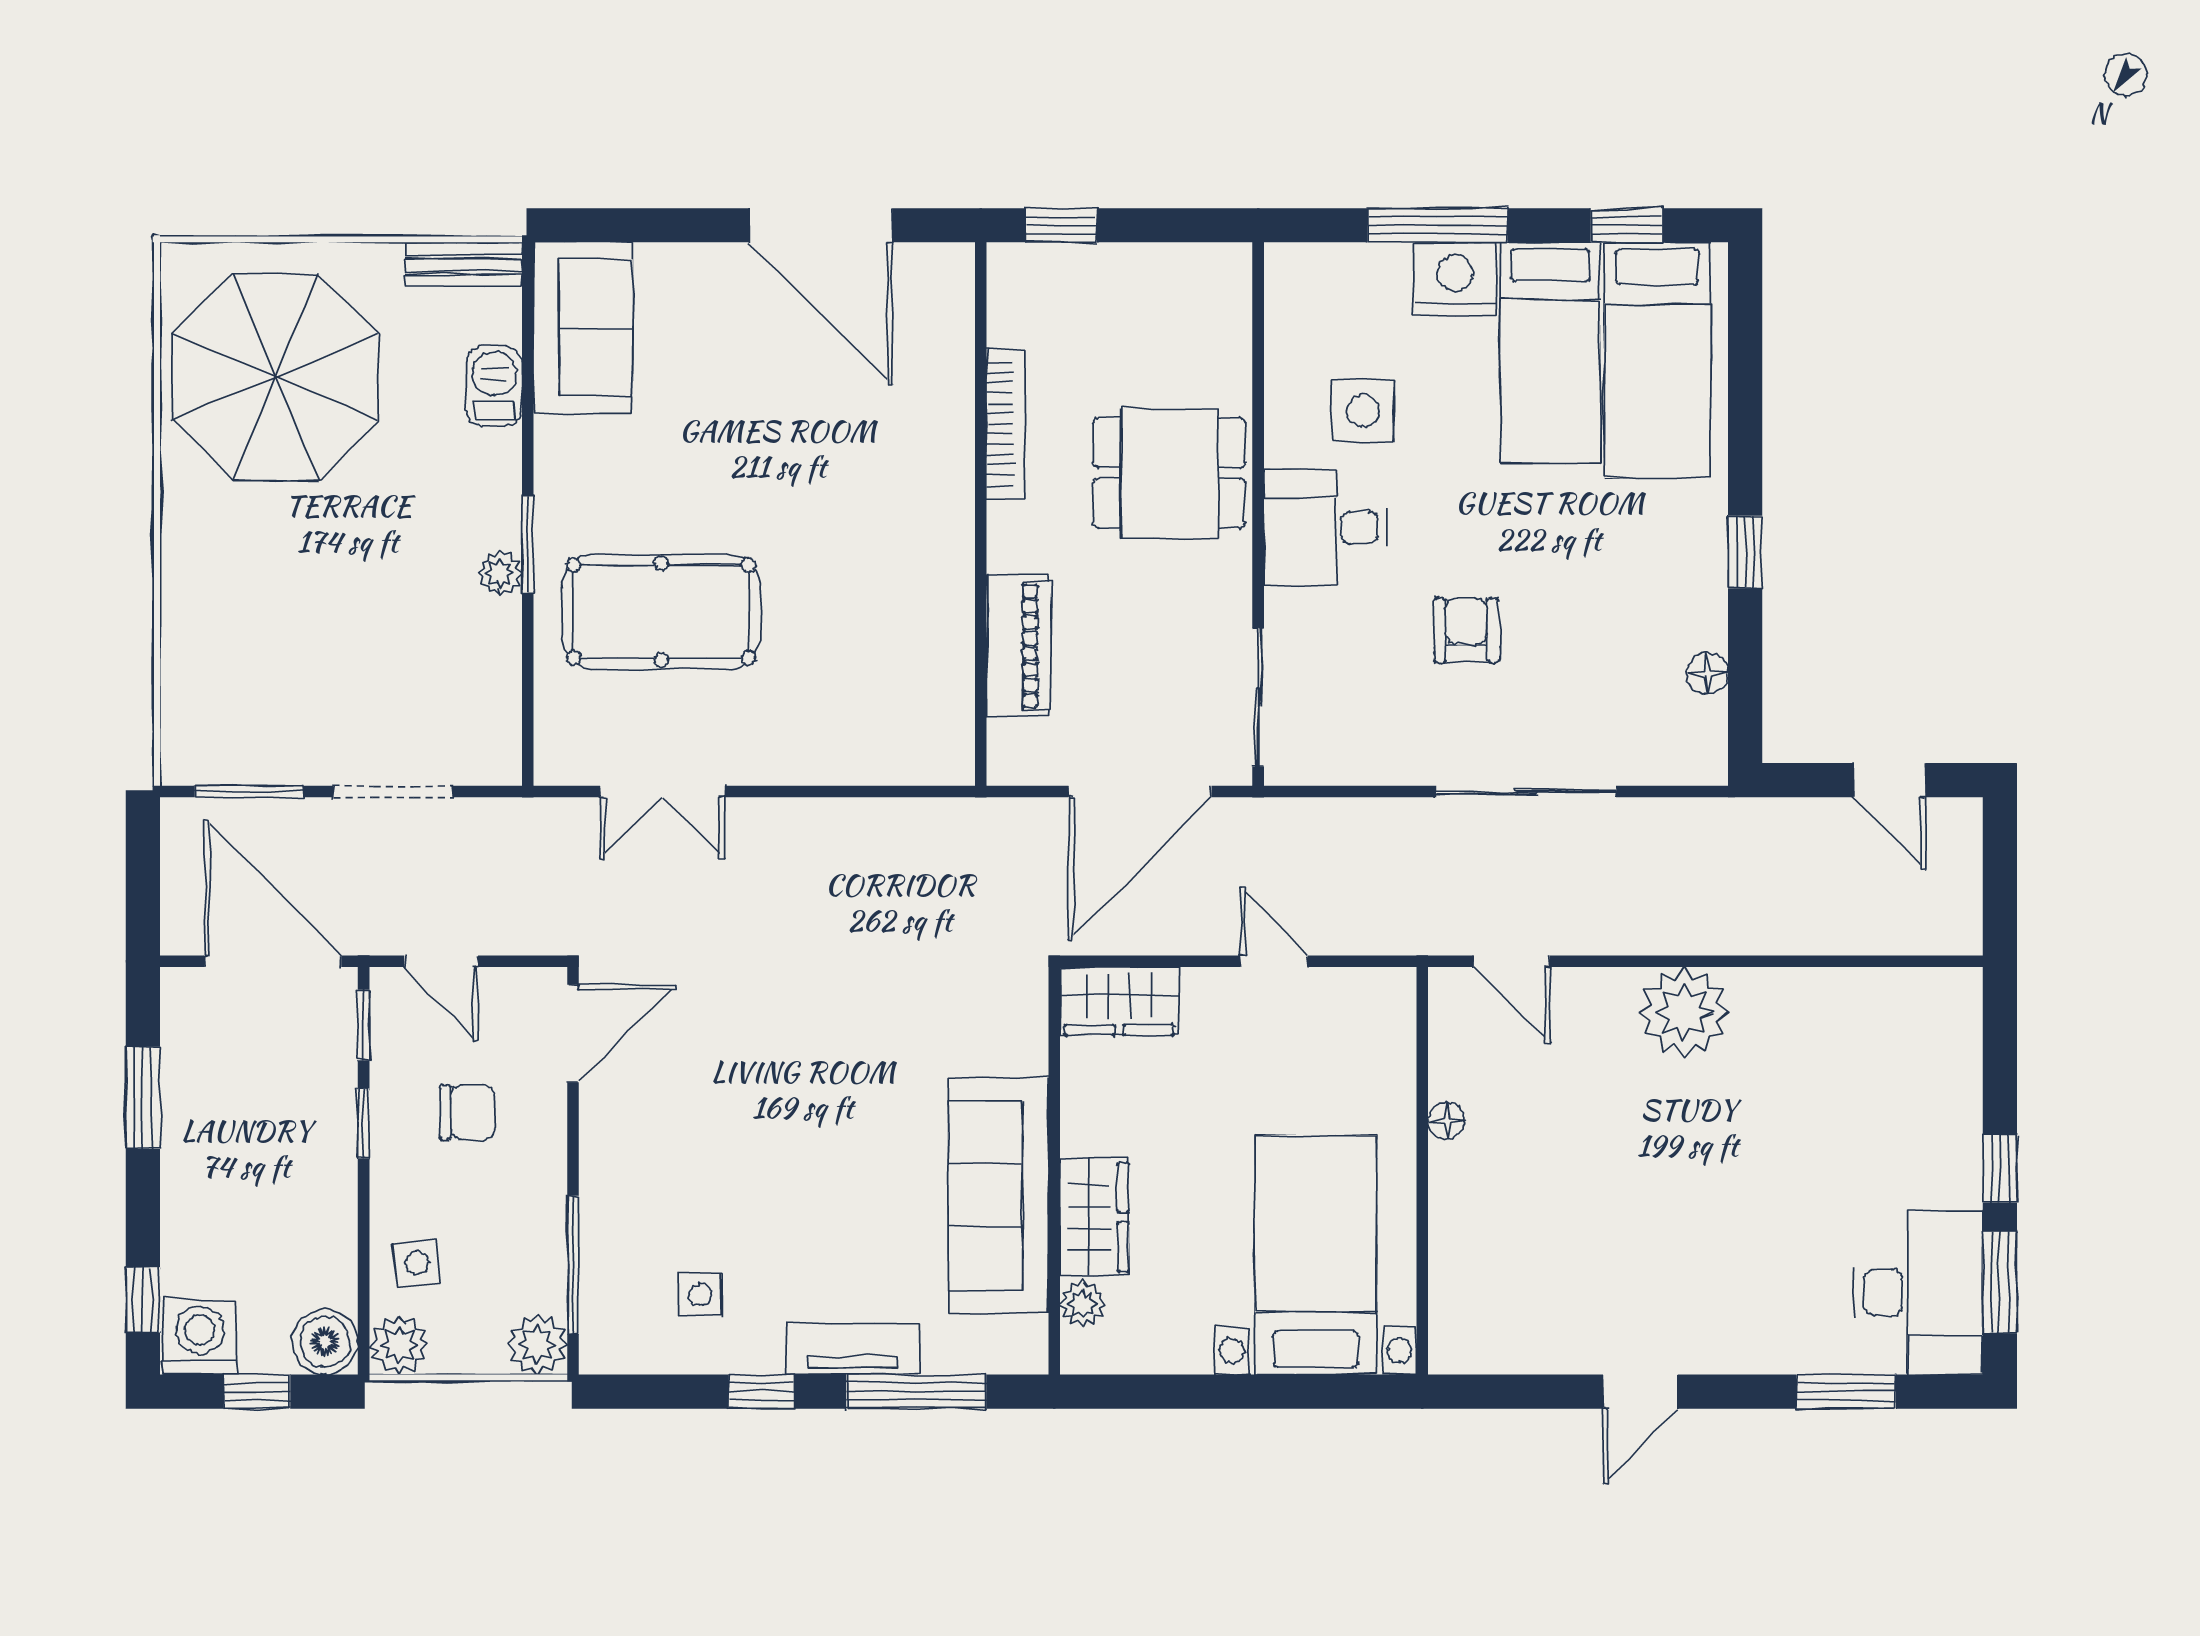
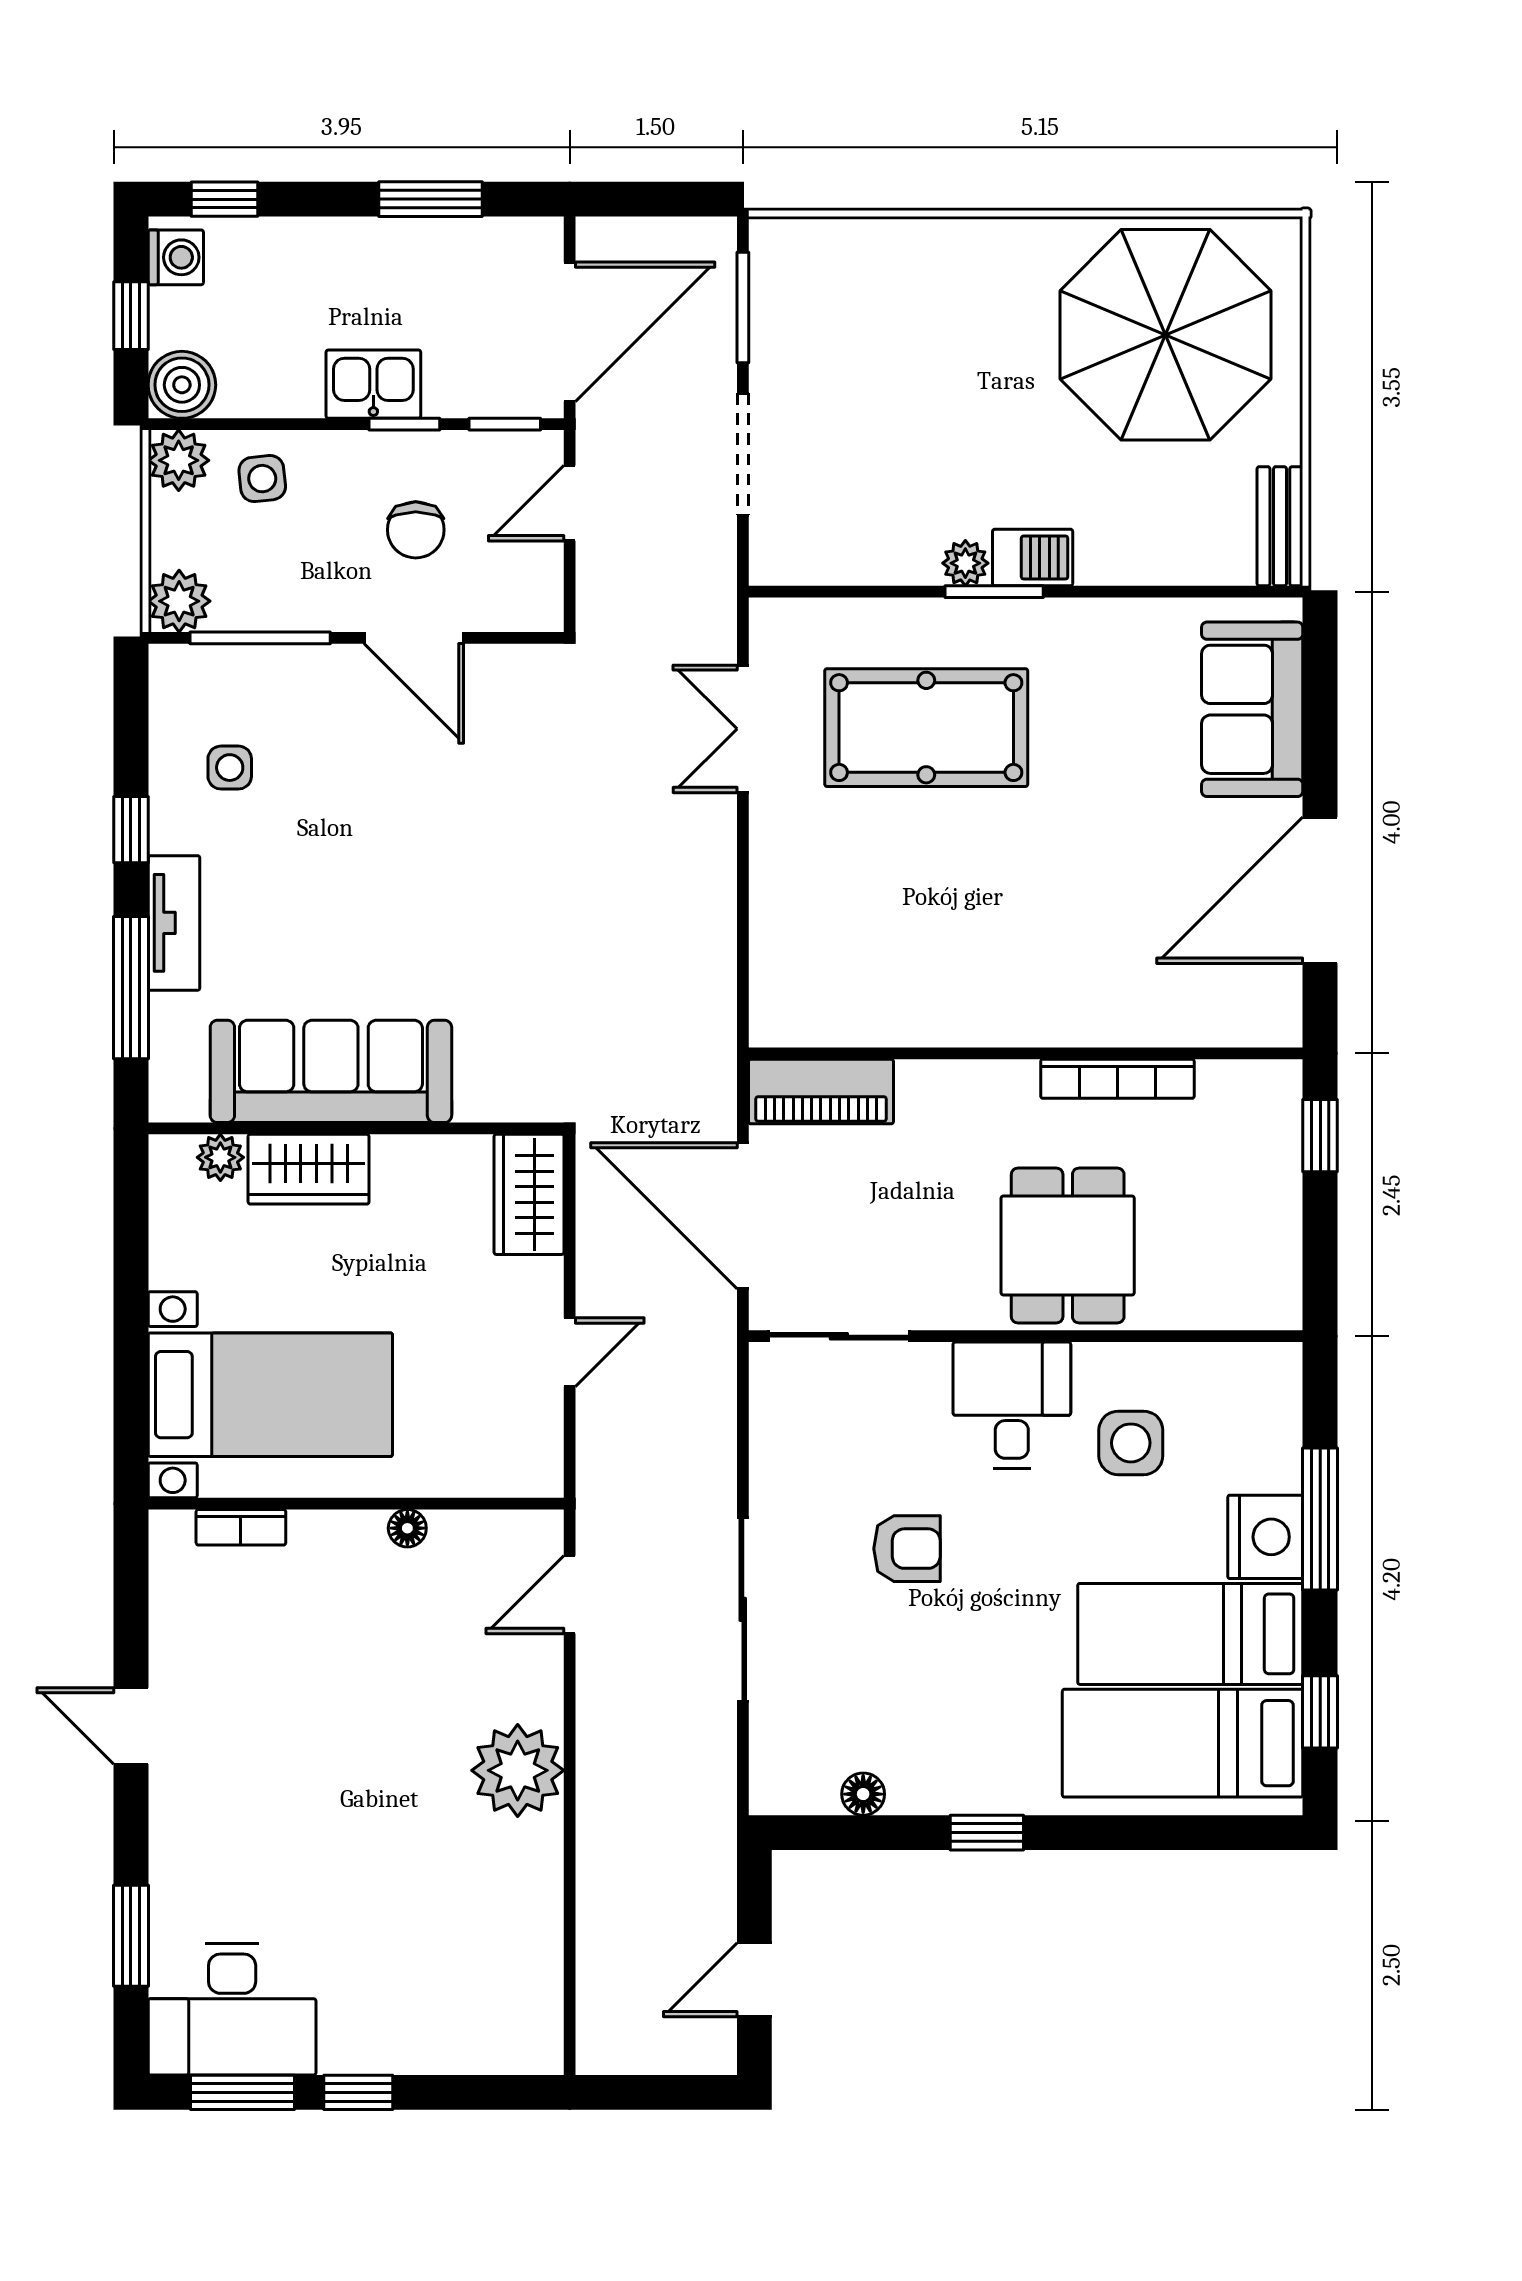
sofa: (583, 328) -> (1252, 709), moved, turned 90
barbecue: (494, 386) -> (1033, 557), moved
pool table: (661, 612) -> (926, 728), turned 90
piano: (1018, 646) -> (821, 1092), moved
door: (573, 1034) -> (414, 638), moved
kitchen sink: (324, 1154) -> (373, 384), added
bookcase: (1446, 1284) -> (241, 1527), added
washing machine: (200, 1337) -> (176, 257), width x0.73, depth x0.73

